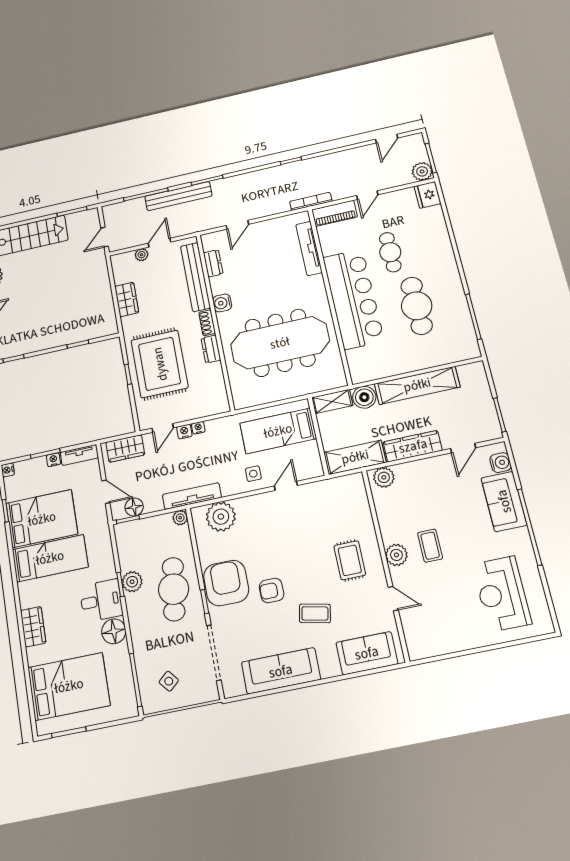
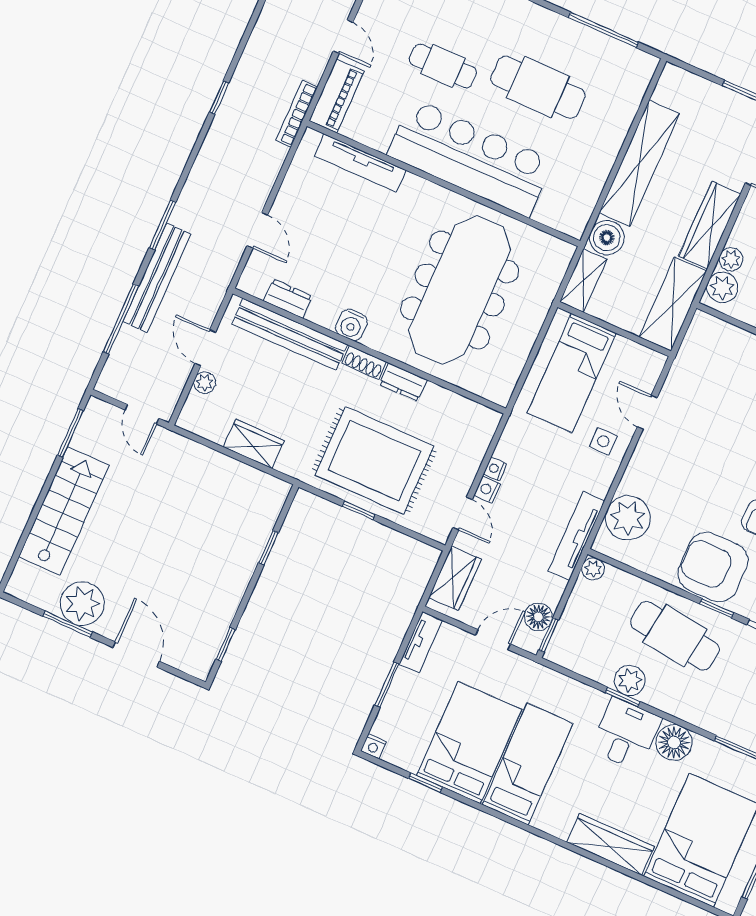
nightstand: (53, 460) -> (403, 679), removed
plant: (403, 471) -> (731, 259), added
wardrobe: (33, 627) -> (611, 844), width x1.50

